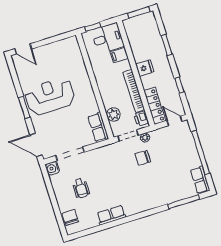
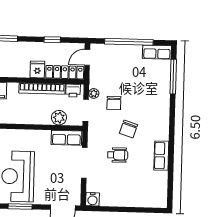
fridge: (145, 68) -> (37, 69), moved
doorway: (70, 154) -> (84, 163), moved
wheelchair: (81, 188) -> (118, 155), moved
chair: (70, 217) -> (128, 129), moved, turned -72

